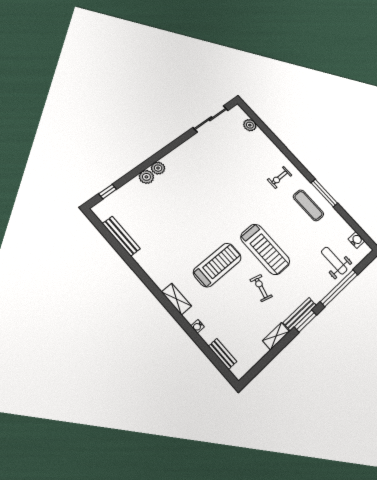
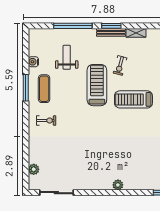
plant: (146, 177) -> (130, 185), removed
water cooler: (356, 240) -> (33, 62), moved
weight bench: (334, 261) -> (67, 57), moved, turned 180

